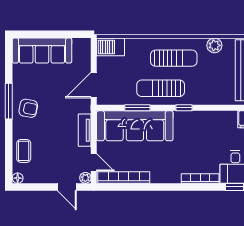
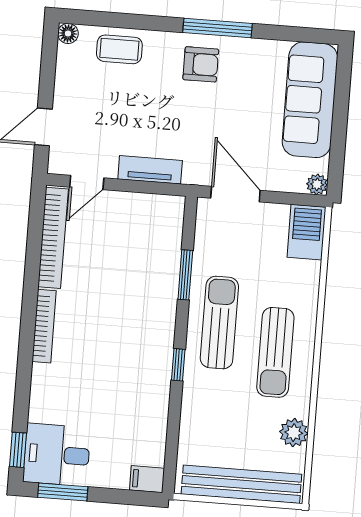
armchair: (28, 108) -> (201, 64), turned -100
sofa: (135, 126) -> (151, 267), removed
plant: (85, 178) -> (317, 184), moved
bookcase: (200, 179) -> (44, 326), moved

